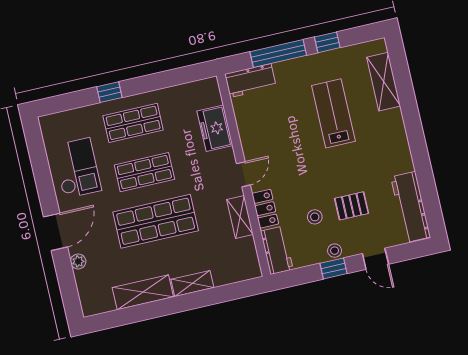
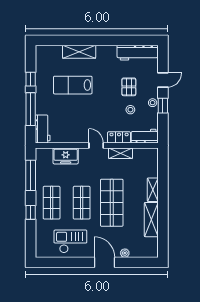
window: (170, 78) -> (31, 175), added
shelving: (384, 82) -> (79, 52), moved

